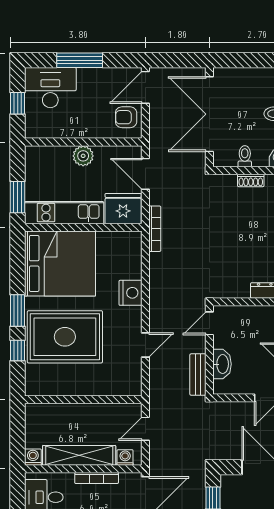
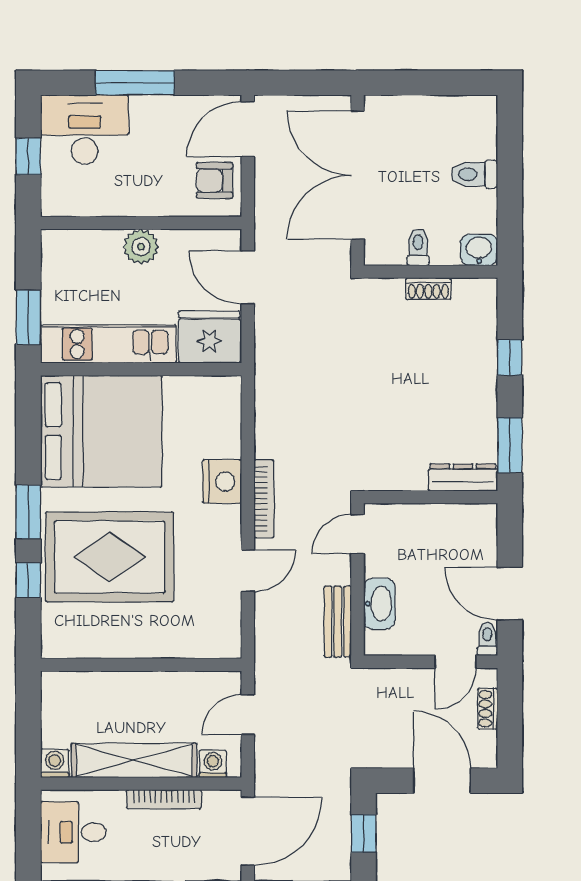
bookcase: (155, 229) -> (264, 499), moved

